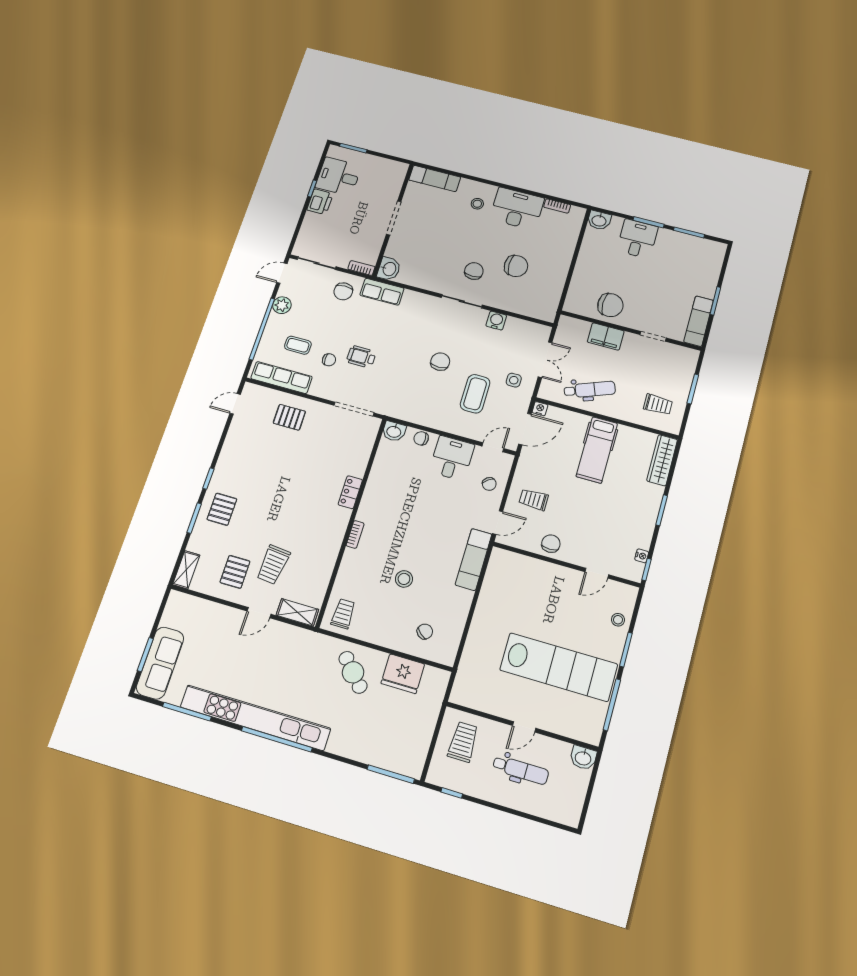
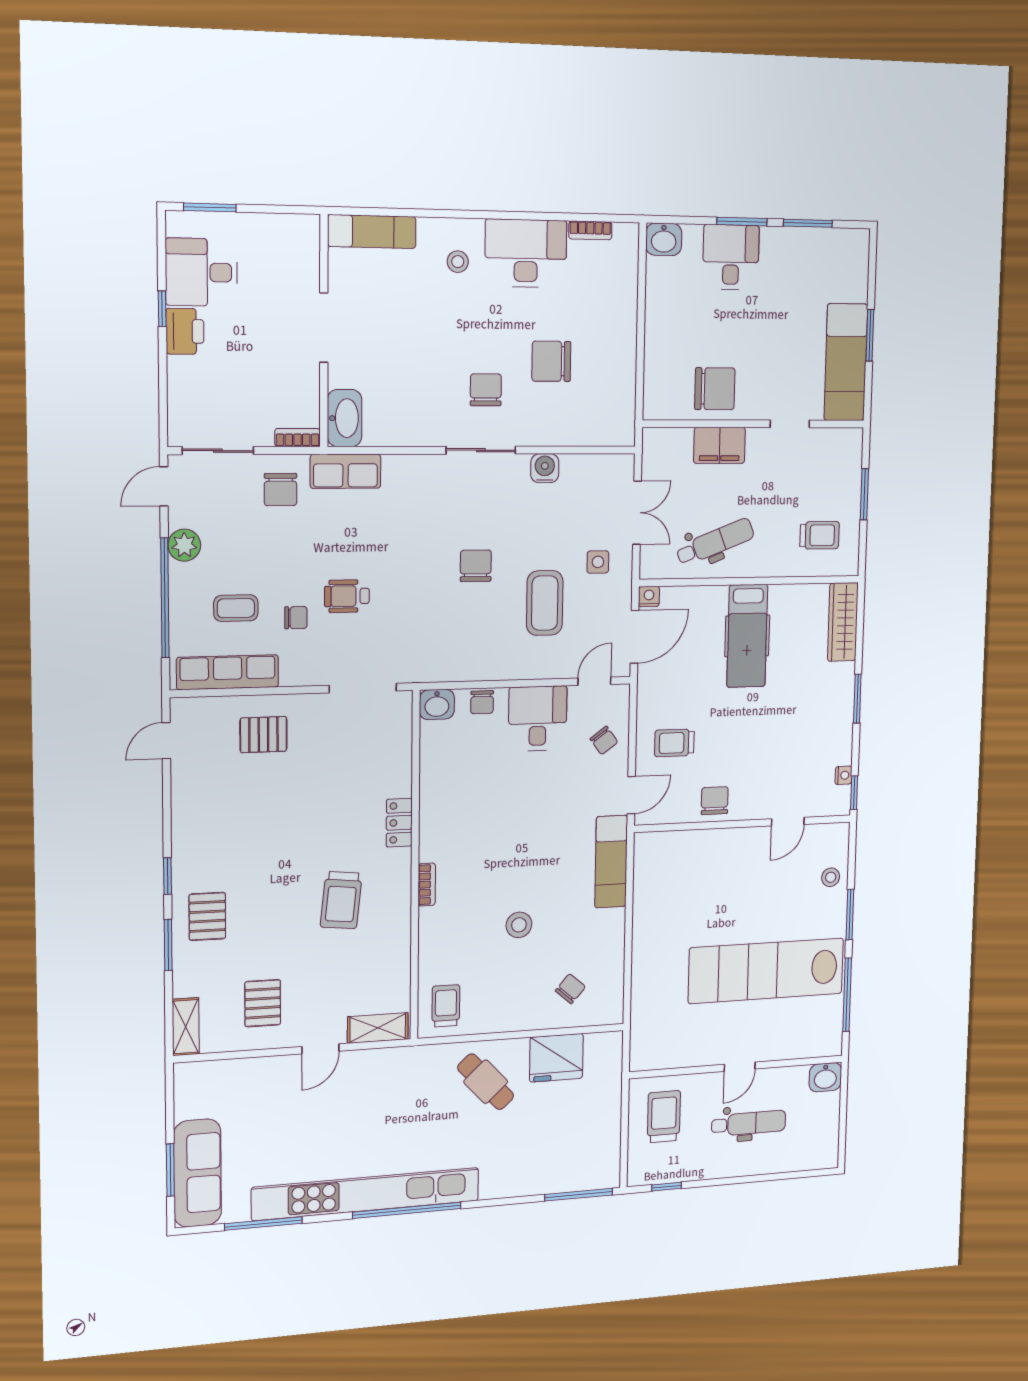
chair: (516, 266) -> (551, 361), turned 180
washbasin: (389, 269) -> (345, 418), width x1.38
exam couch: (699, 321) -> (846, 362), width x1.36, depth x1.45
chair: (421, 438) -> (482, 702), turned -90
trolley: (273, 565) -> (341, 900), moved
lab bench: (559, 667) -> (766, 971), turned 180

